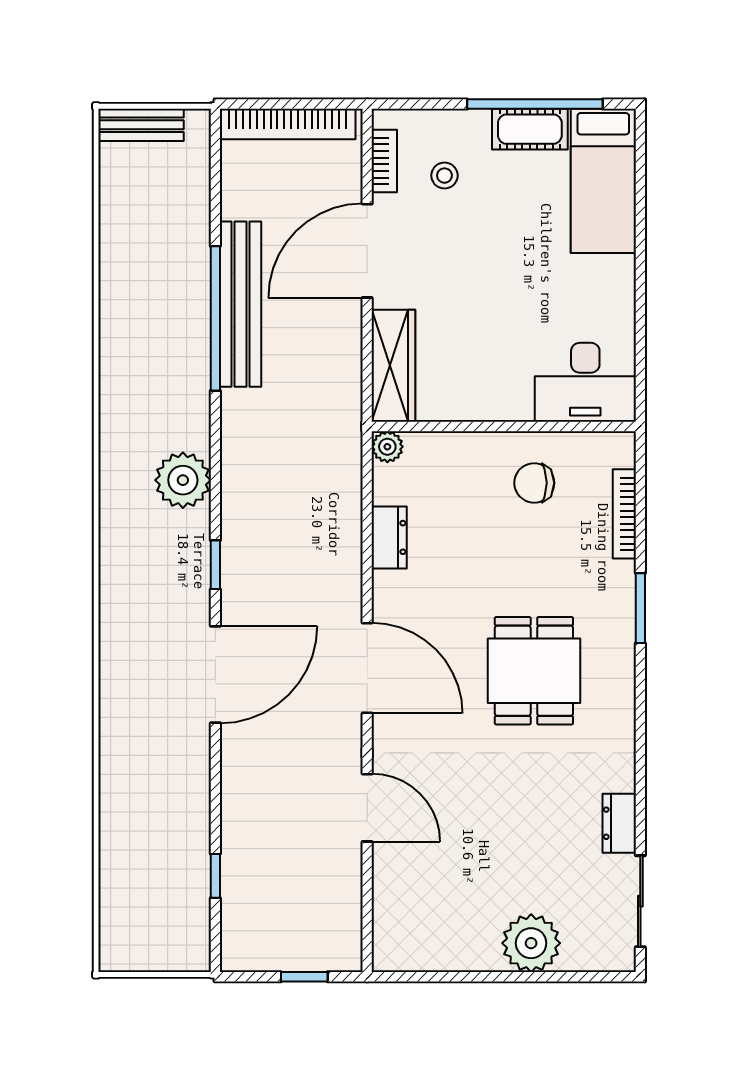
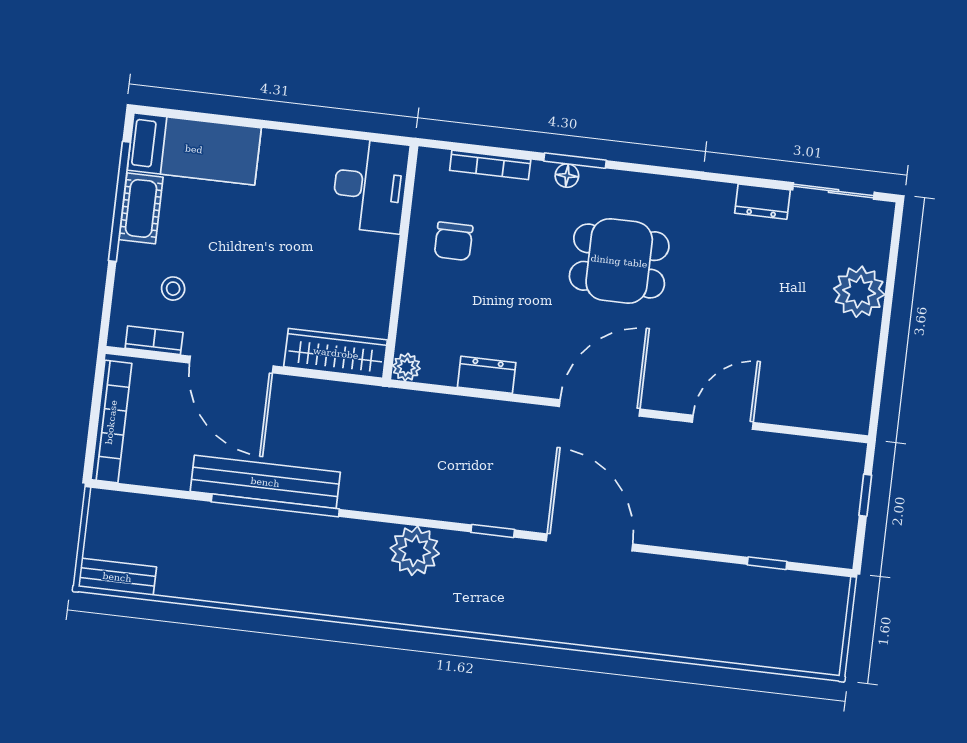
bench: (141, 125) -> (117, 577), moved, turned 90
floor lamp: (623, 601) -> (567, 176), added

